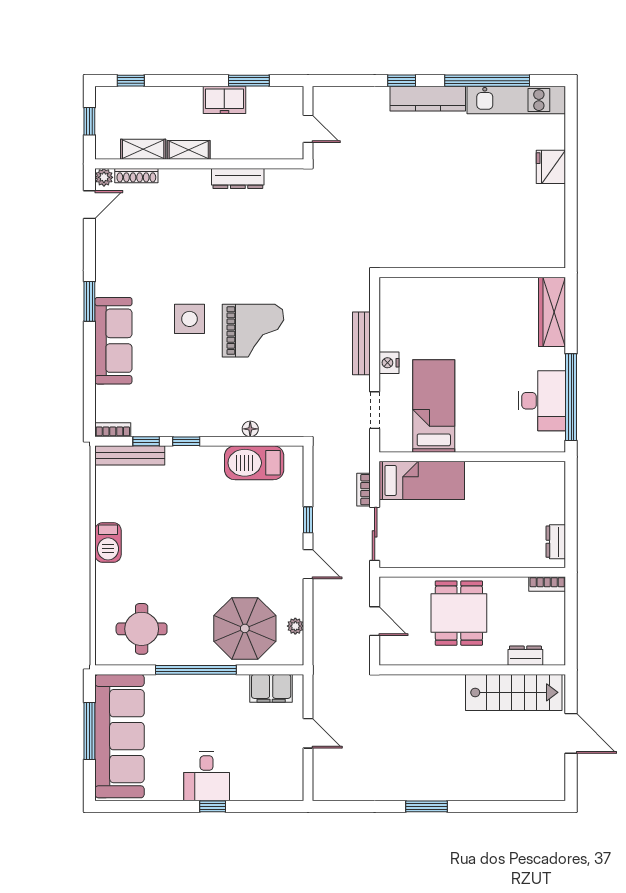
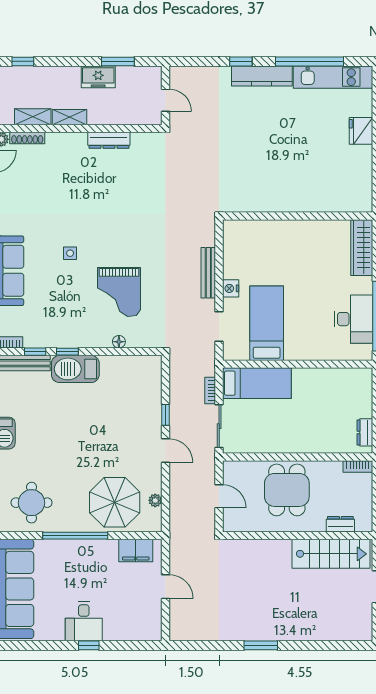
side table: (189, 319) -> (70, 253), width x0.54, depth x0.54
grand piano: (253, 331) -> (119, 292), moved, turned 90
barbecue: (254, 463) -> (75, 369), moved

